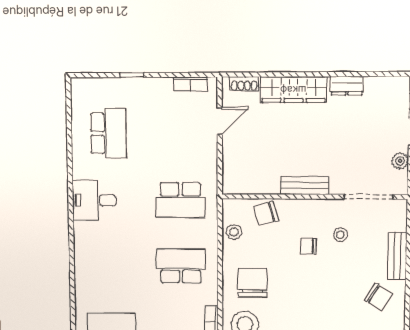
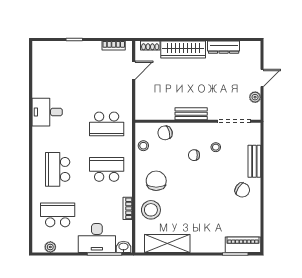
dresser: (347, 86) -> (224, 47), width x1.44
school desk: (108, 133) -> (58, 169), moved, turned 180
desk: (94, 200) -> (47, 112), moved

